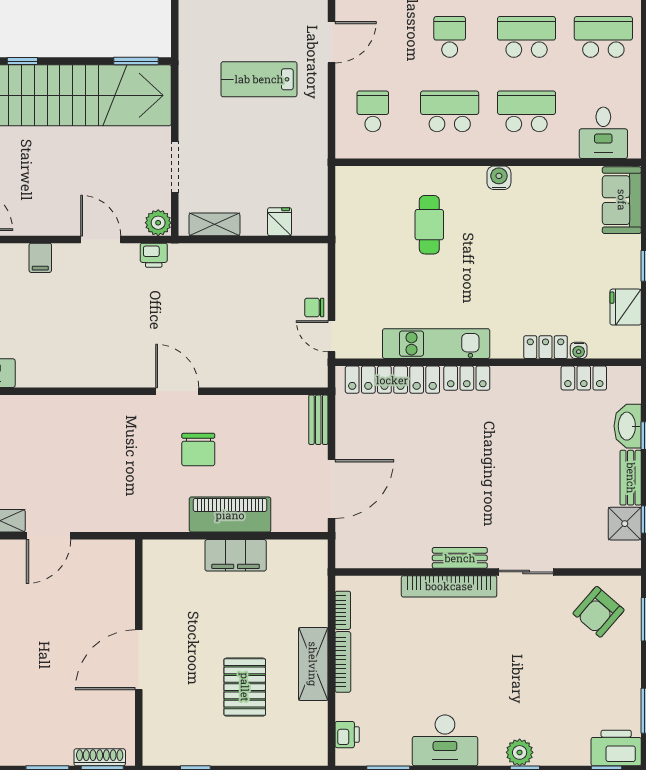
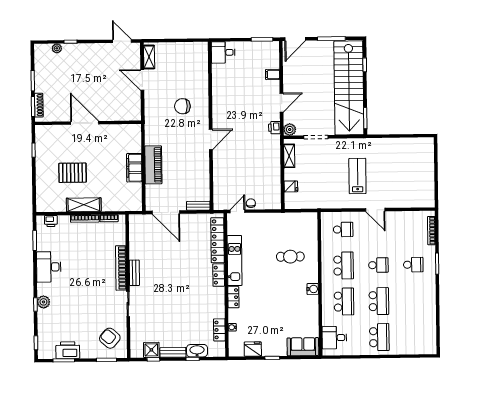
locker: (546, 347) -> (233, 297), moved
chair: (198, 450) -> (182, 106), moved
printer: (616, 748) -> (68, 350), moved, turned -90

